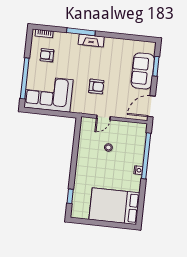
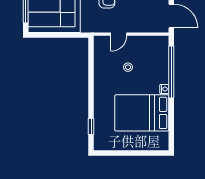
door: (152, 106) -> (171, 16), swing flipped
bed: (114, 206) -> (142, 113), moved

